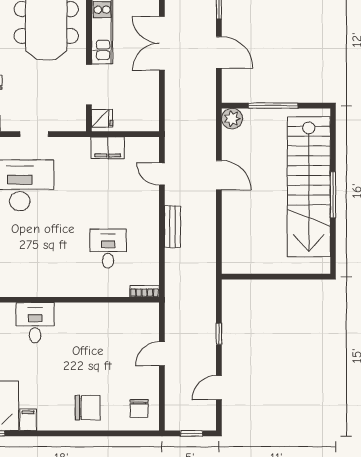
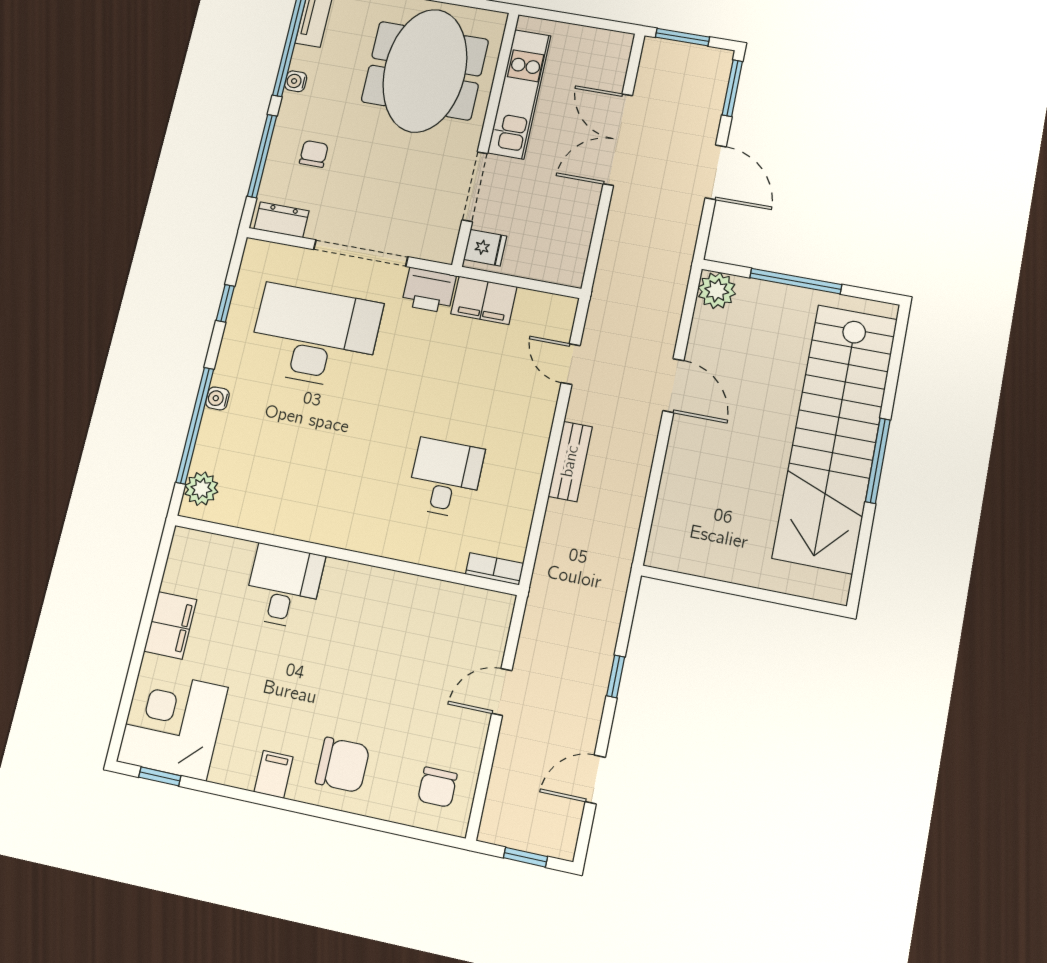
doorway: (34, 134) -> (361, 253), width x1.88
printer: (77, 148) -> (429, 290), added
filing cabinet: (28, 420) -> (273, 774), moved

